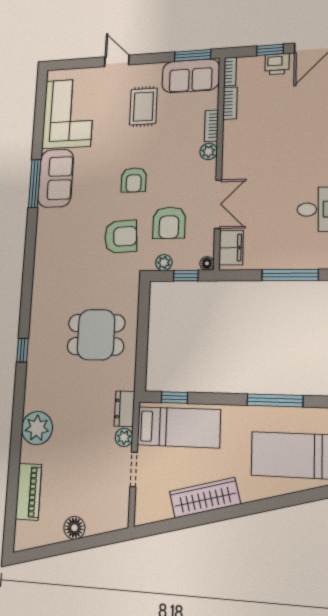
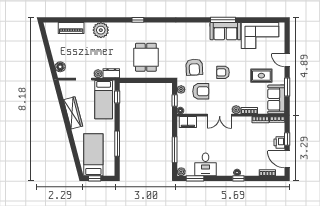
window: (193, 55) -> (287, 87), moved
door: (117, 61) -> (287, 60), swing flipped
double door: (218, 204) -> (220, 115), moved
armchair: (169, 223) -> (201, 91), turned 180
floor lamp: (74, 528) -> (60, 67), moved

